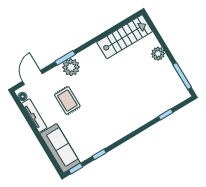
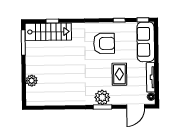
stairs: (125, 37) -> (48, 32), moved, turned 180
plant: (158, 54) -> (32, 81), moved
armchair: (101, 122) -> (104, 43), added

